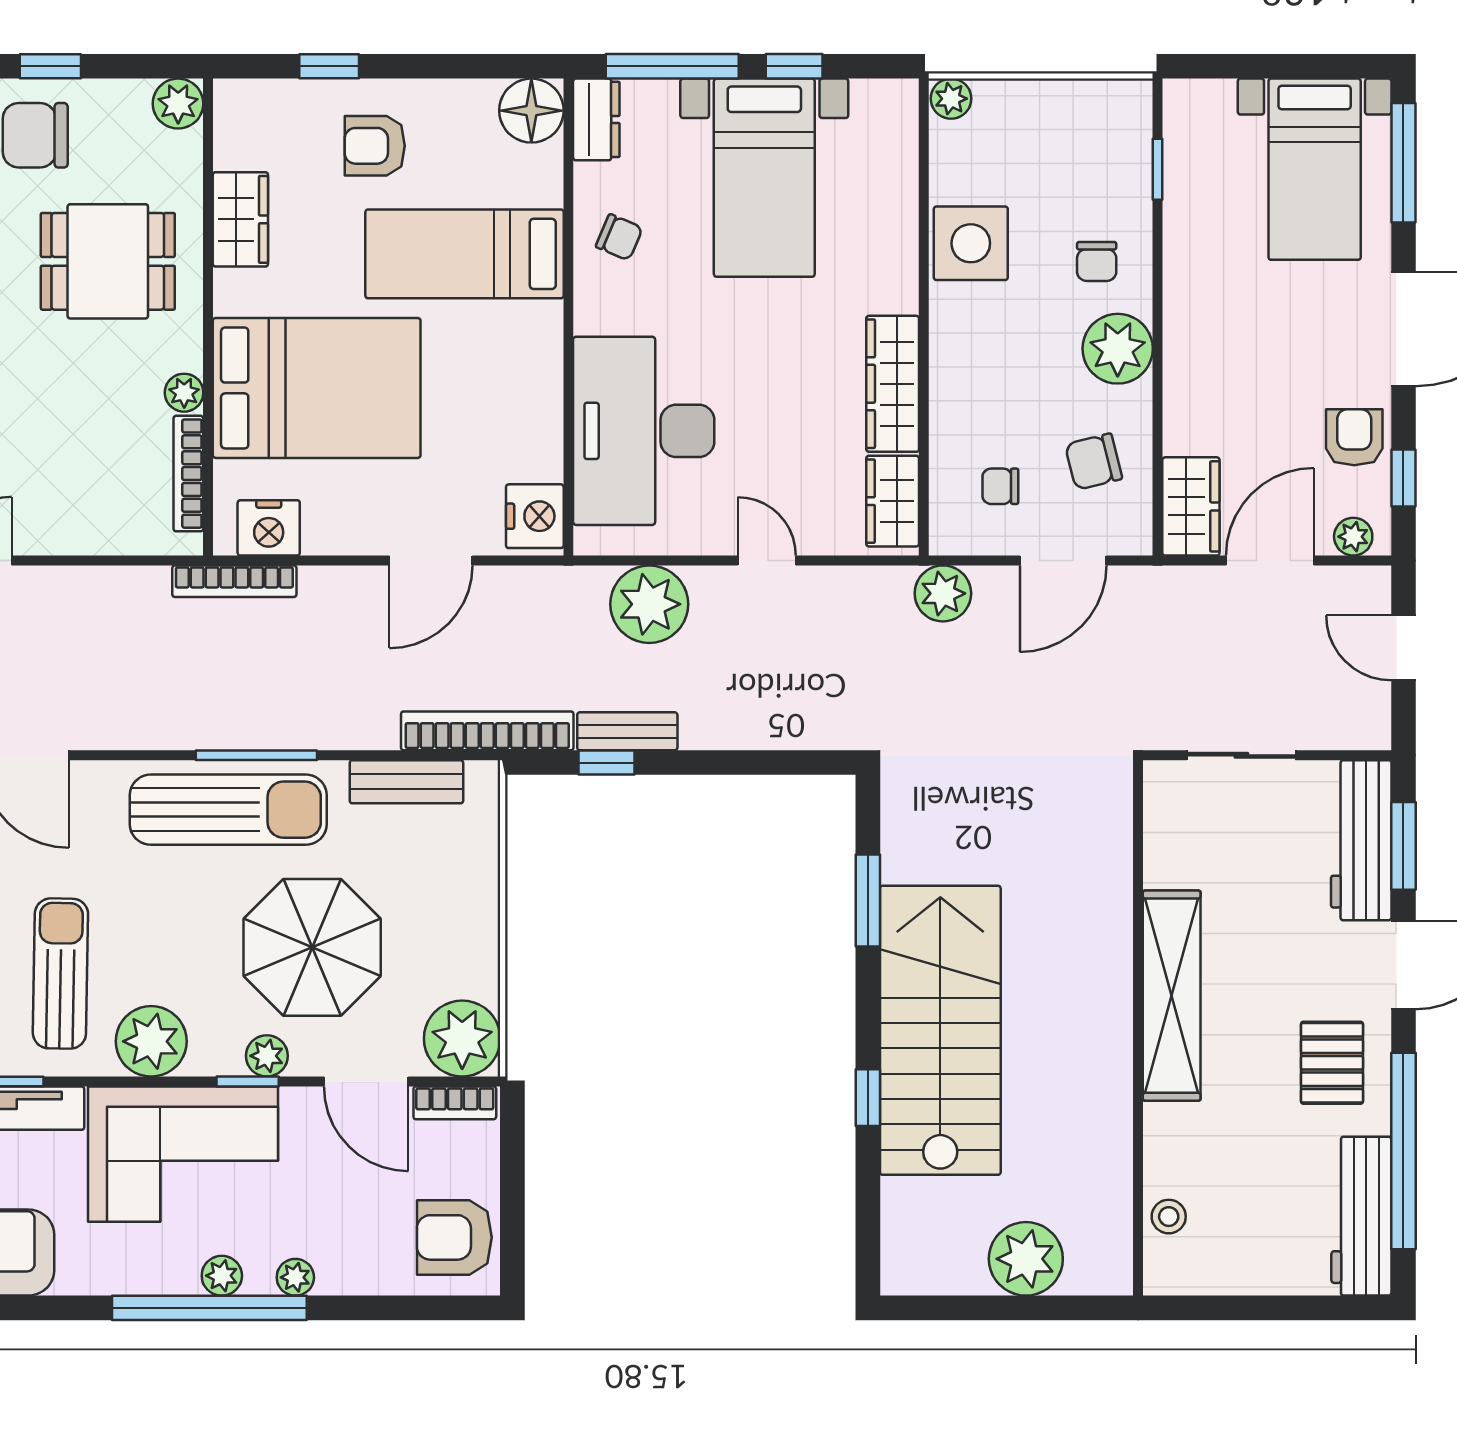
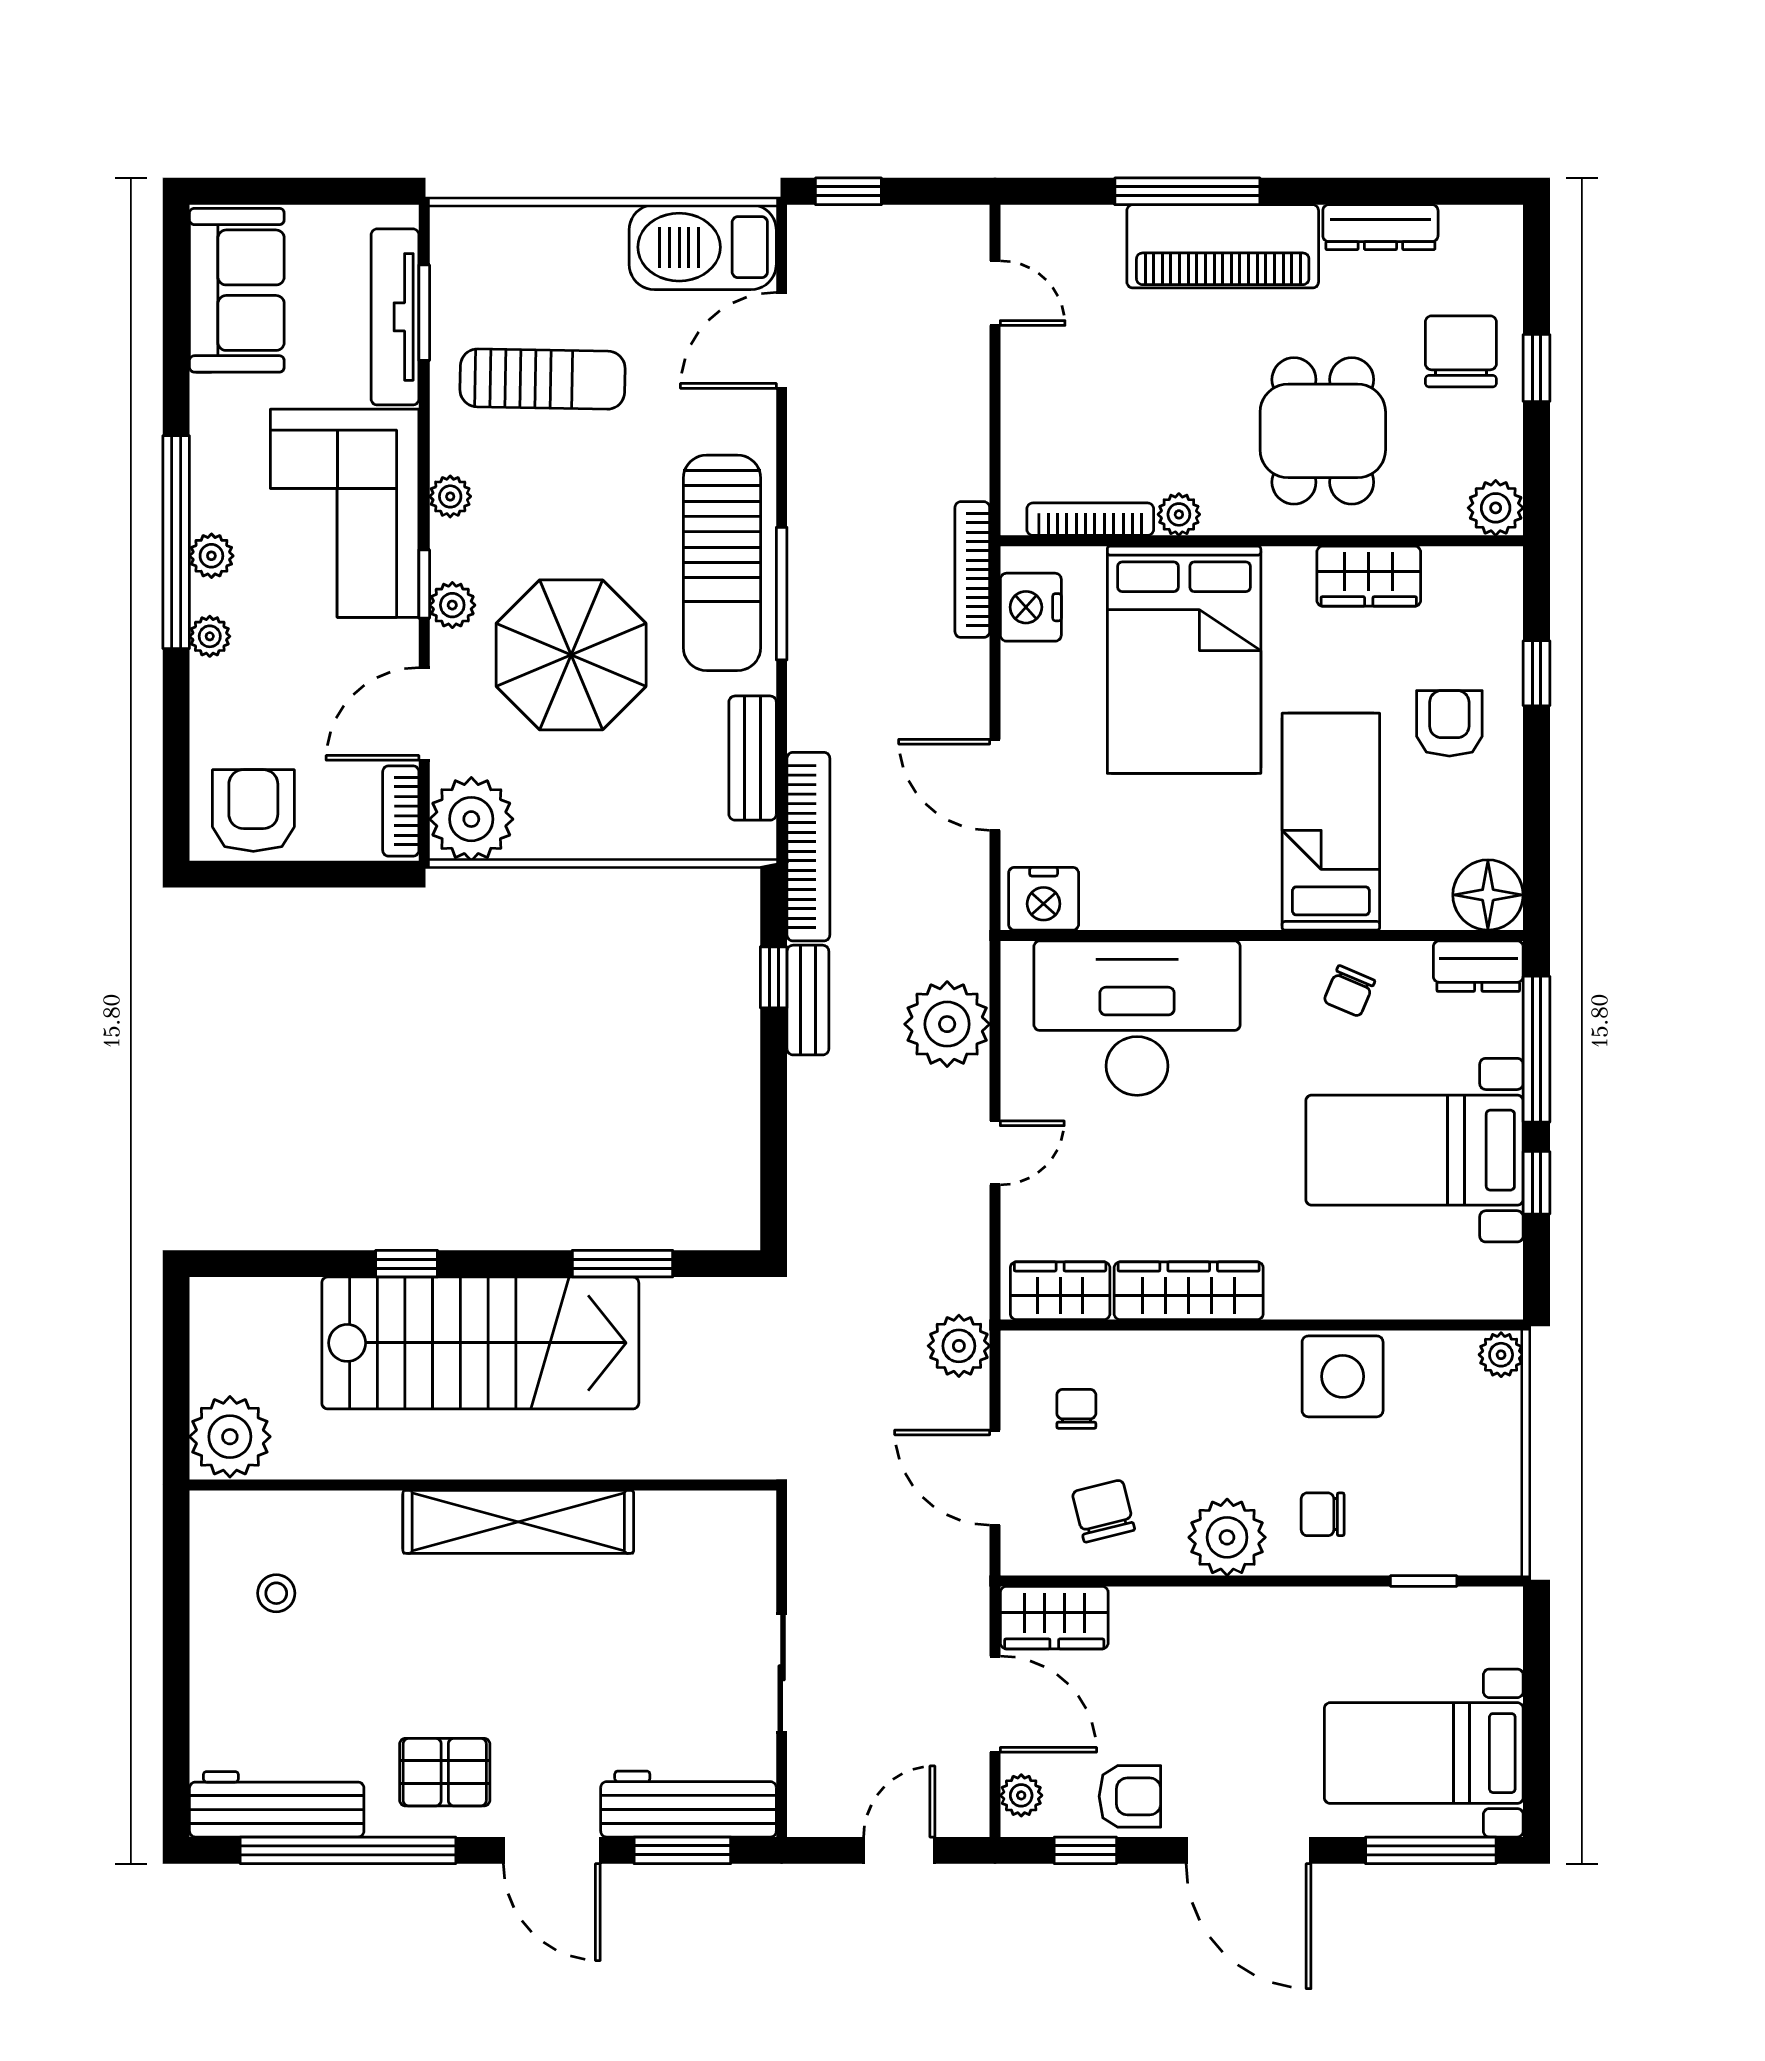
shelving: (1172, 996) -> (518, 1522), moved
wall: (1138, 1028) -> (483, 1485), moved
plant: (151, 1041) -> (450, 496), width x0.53, depth x0.53

